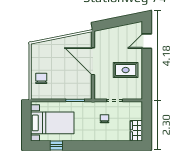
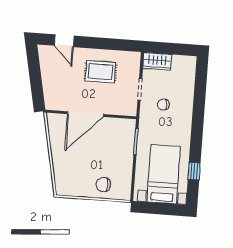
rug: (126, 70) -> (100, 72), turned 90
wardrobe: (136, 131) -> (157, 61), moved

